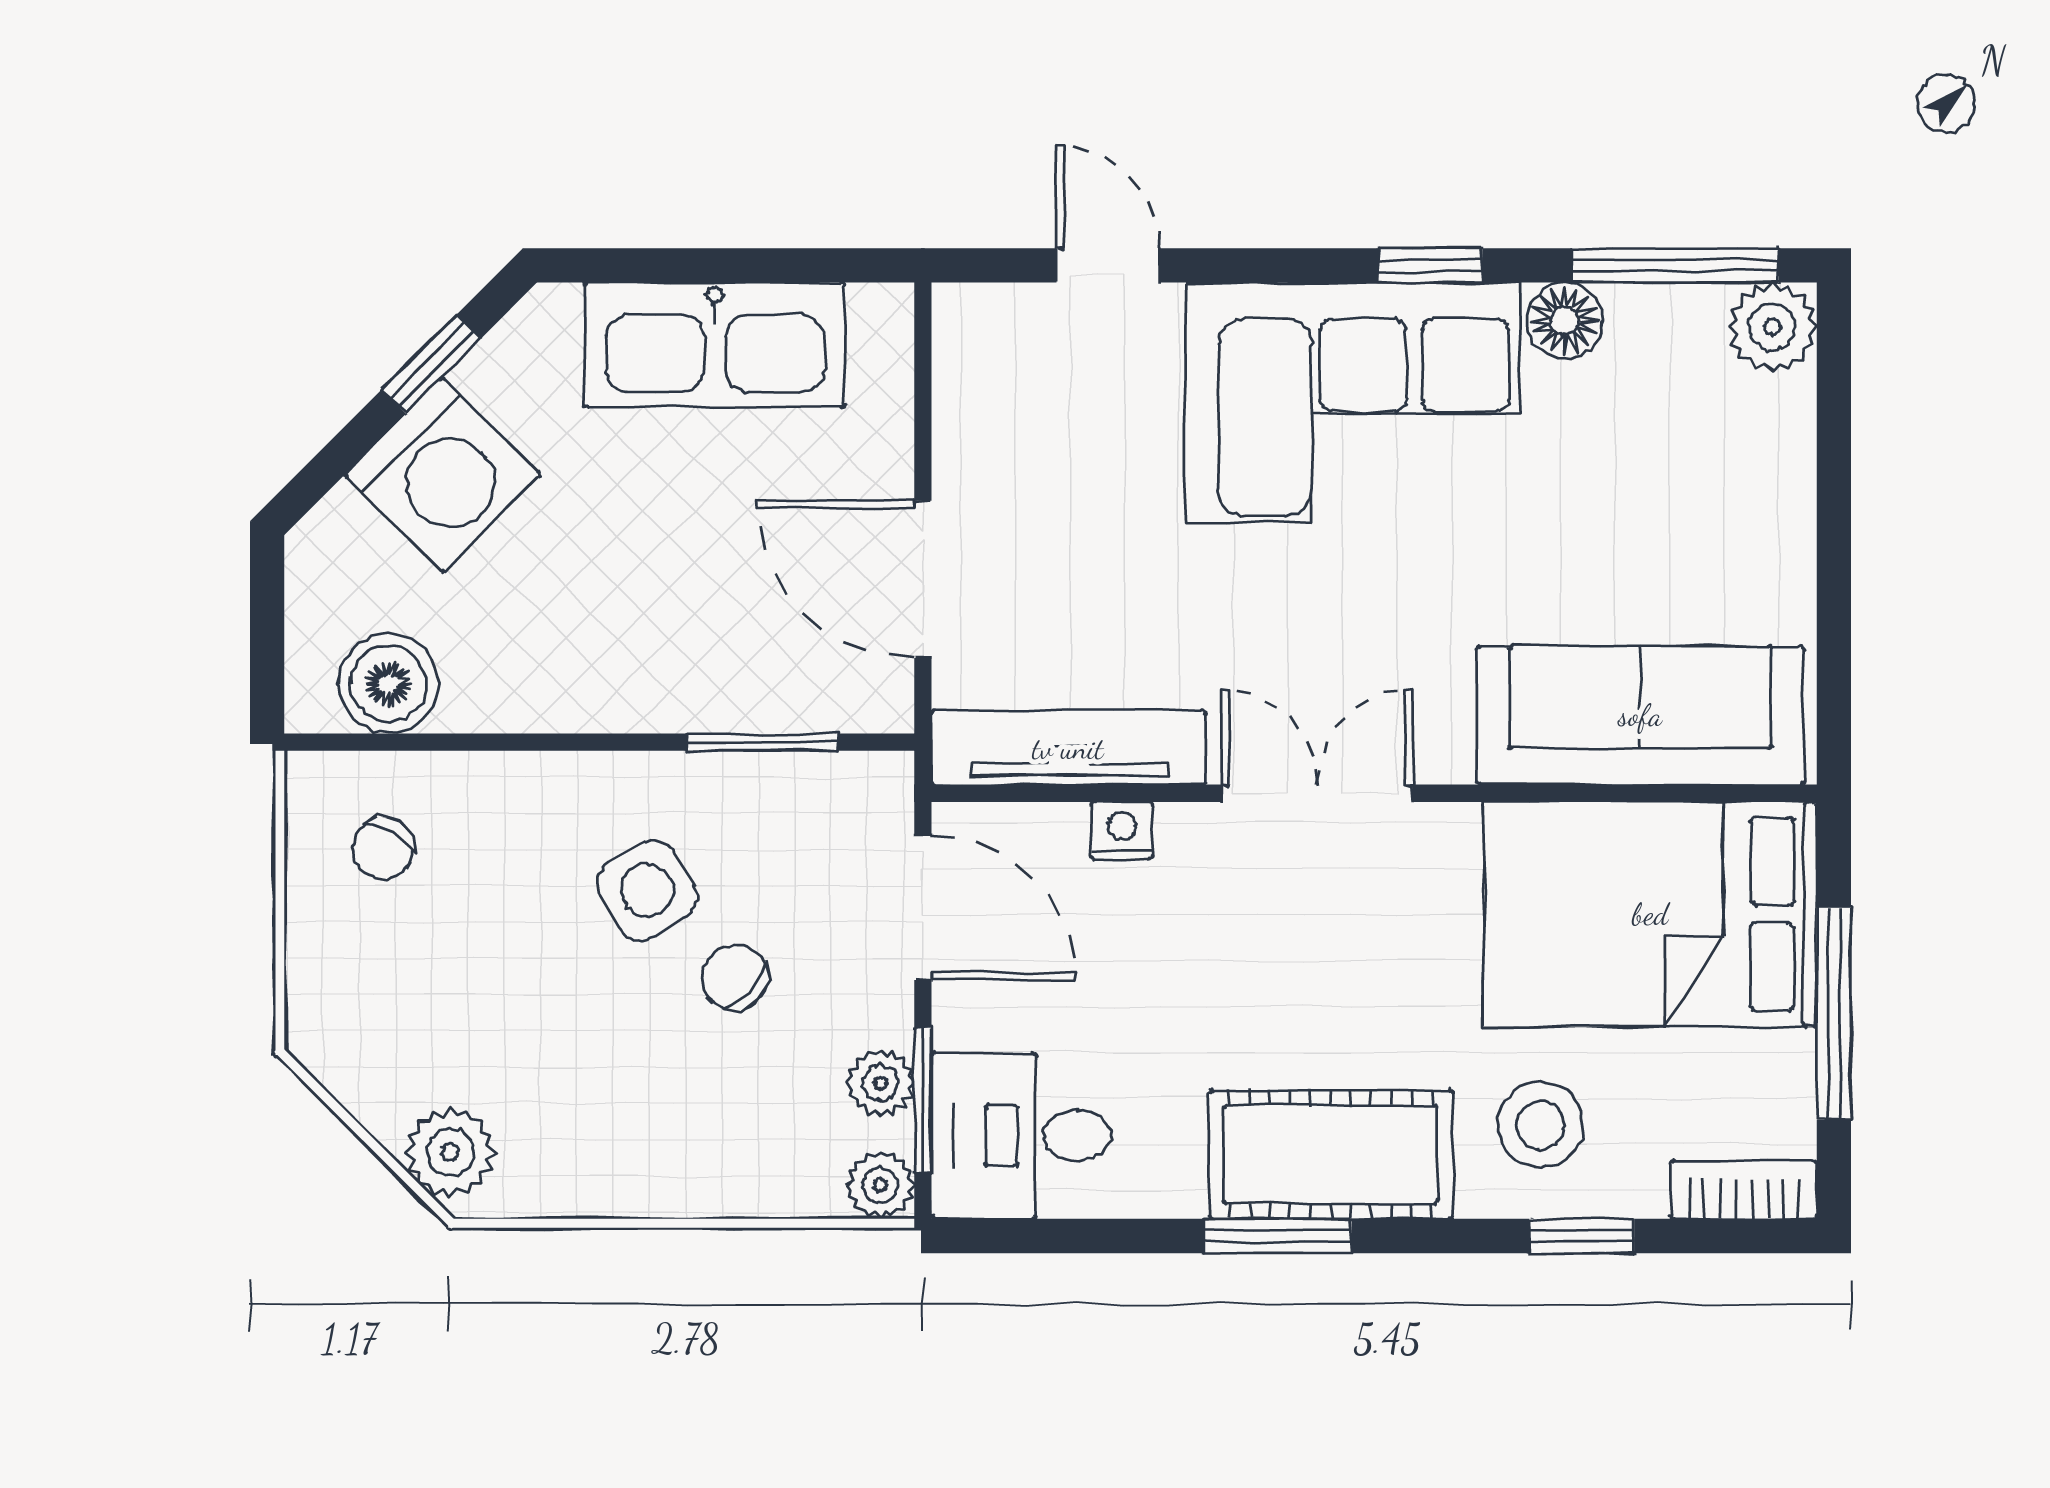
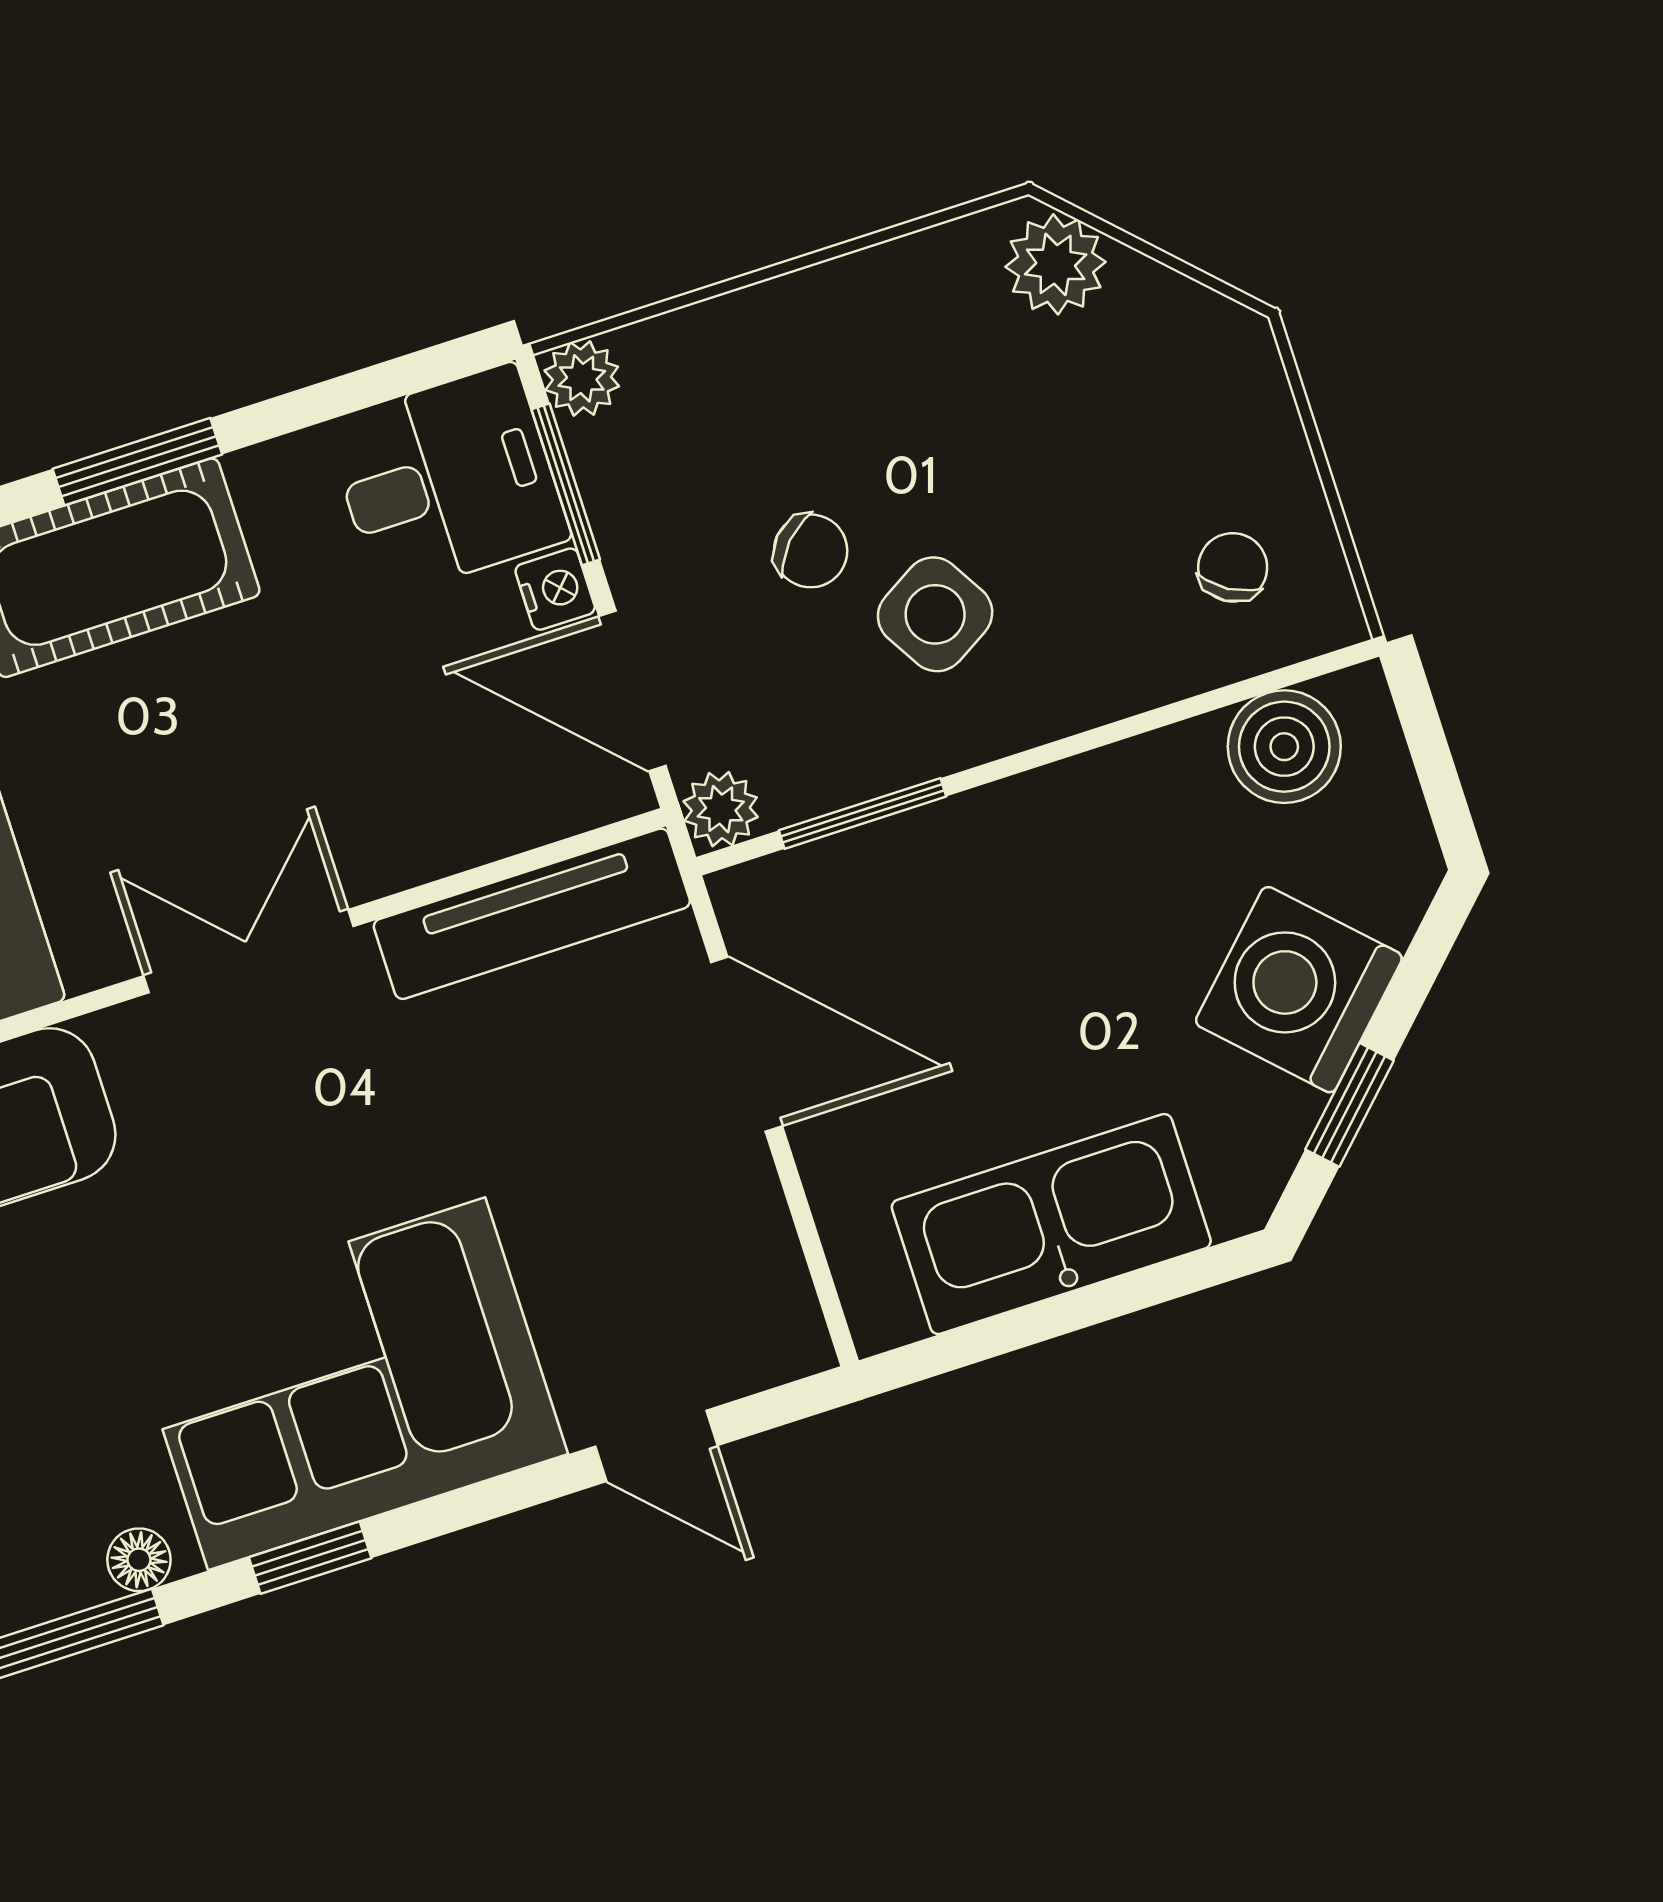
floor lamp: (1565, 321) -> (139, 1560), width x0.73, depth x0.73
double door: (1317, 793) -> (249, 951), swing flipped
nightstand: (1122, 831) -> (555, 589), moved, turned -90
plant: (881, 1083) -> (721, 809), moved

